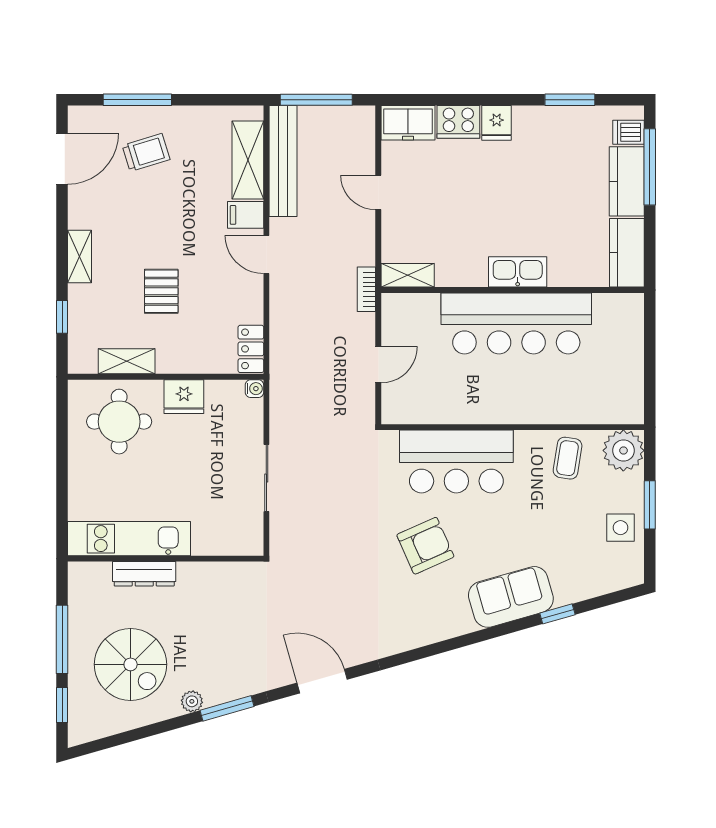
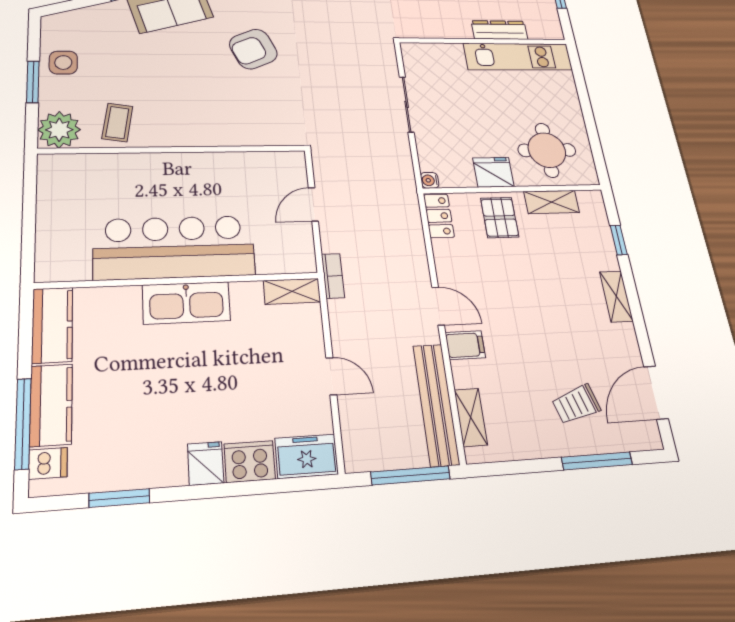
shelving: (248, 160) -> (471, 417), width x0.67, depth x0.75
kitchen sink: (518, 272) -> (186, 303), width x1.36, depth x1.24
pallet: (161, 291) -> (500, 218), moved
bar counter: (456, 461) -> (229, 119), removed

